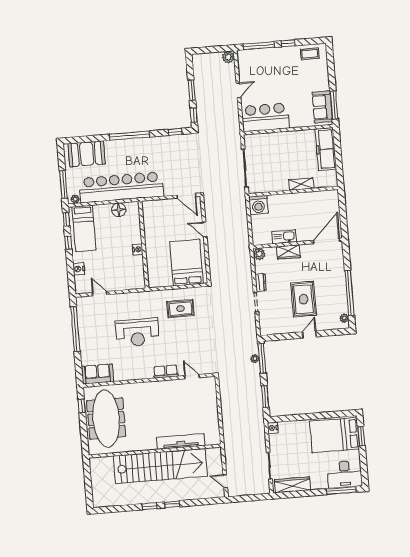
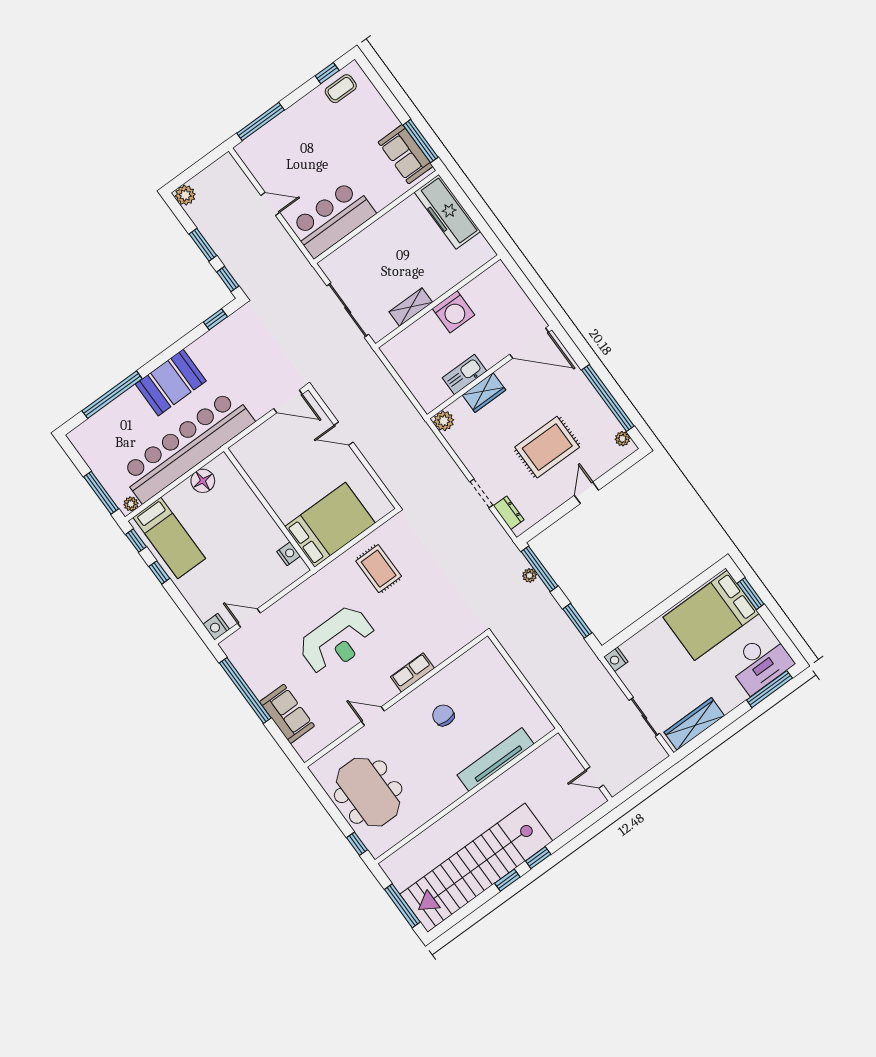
window: (288, 43) -> (327, 73), moved
plant: (228, 57) -> (185, 195), moved
door: (238, 90) -> (270, 204), hinge flipped
window: (129, 136) -> (112, 395), moved
booth: (87, 154) -> (171, 382), moved
shelving: (301, 184) -> (411, 307), moved
washing machine: (258, 205) -> (453, 312), moved
door: (327, 241) -> (529, 343), swing flipped
nightstand: (138, 249) -> (289, 554), moved
bed: (186, 263) -> (330, 525), moved, turned 90
nightstand: (79, 269) -> (216, 627), moved
dresser: (261, 283) -> (509, 513), moved
rug: (304, 299) -> (547, 447), turned 90
rug: (181, 309) -> (379, 569), turned 90
sofa: (98, 374) -> (287, 714), moved, turned 90
door: (192, 377) -> (373, 716), moved
chair: (168, 403) -> (443, 715), added
window: (82, 406) -> (357, 844), moved
meeting table: (106, 419) -> (368, 792), width x0.73
stairs: (160, 466) -> (476, 868), moved, turned 180
window: (88, 487) -> (402, 906), added

